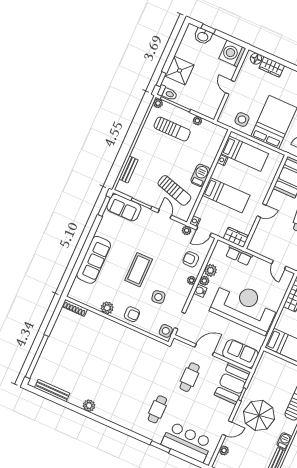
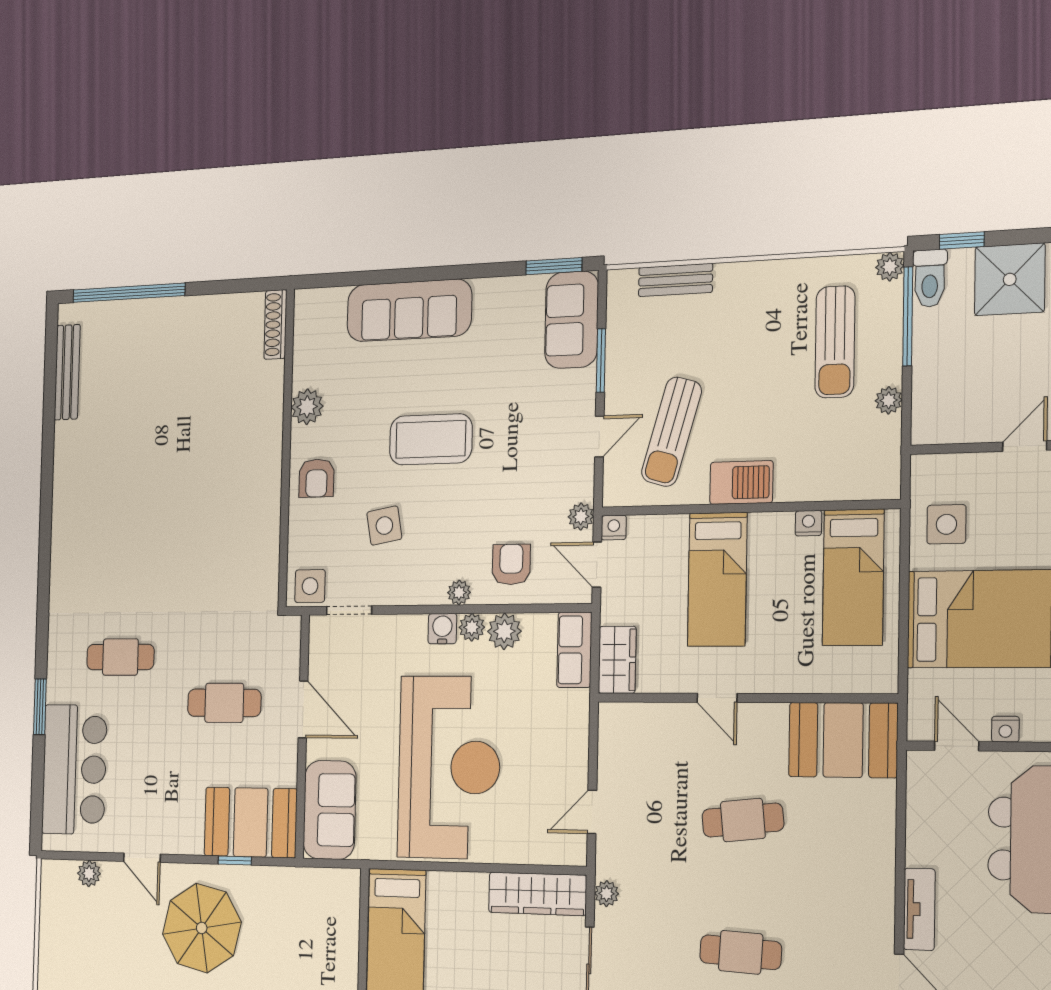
row of seats: (239, 255) -> (574, 650), moved
plant: (89, 406) -> (67, 481), removed

